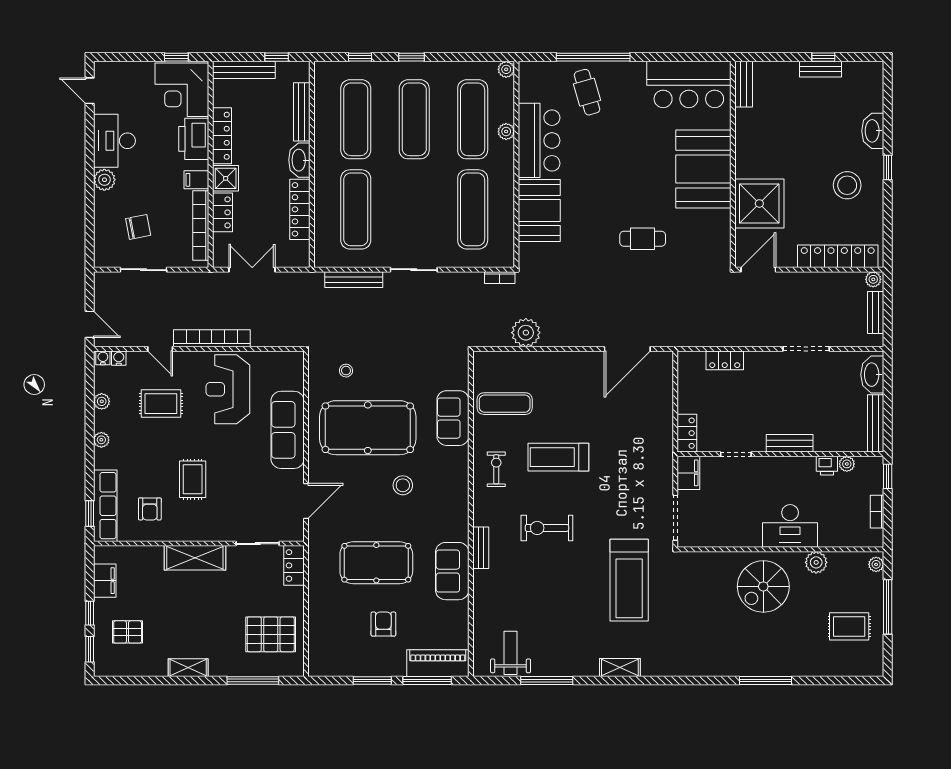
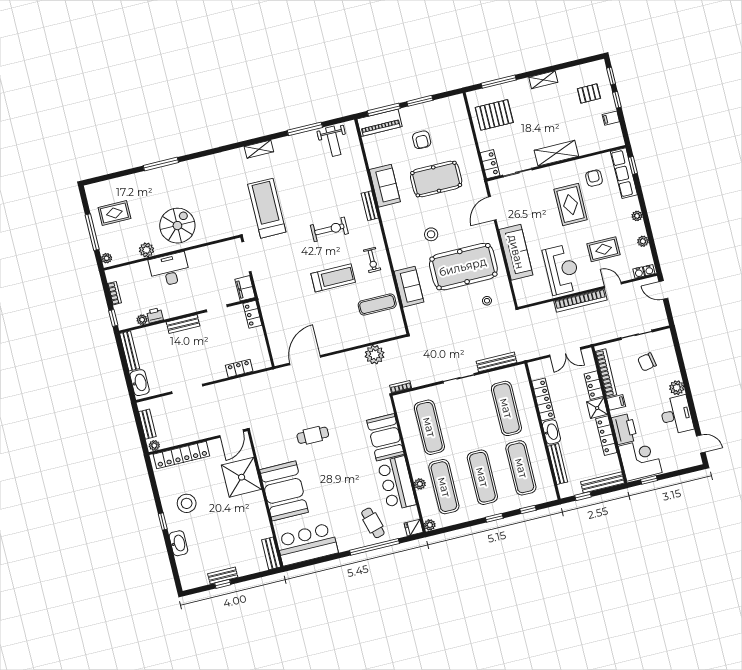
fridge: (530, 71) -> (414, 528), added
rug: (193, 479) -> (571, 205), width x1.36, depth x1.43
filing cabinet: (105, 581) -> (611, 118), width x0.50

